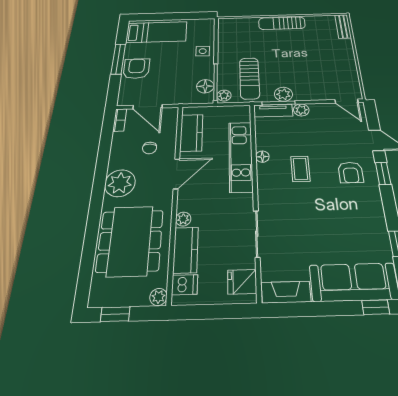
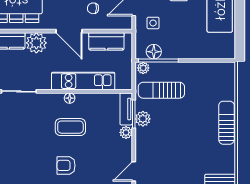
side table: (203, 51) -> (153, 23), moved
floor lamp: (262, 157) -> (70, 98), moved
coffee table: (300, 169) -> (70, 127), width x1.36, depth x1.30
plant: (183, 219) -> (36, 43), width x1.87, depth x1.87

